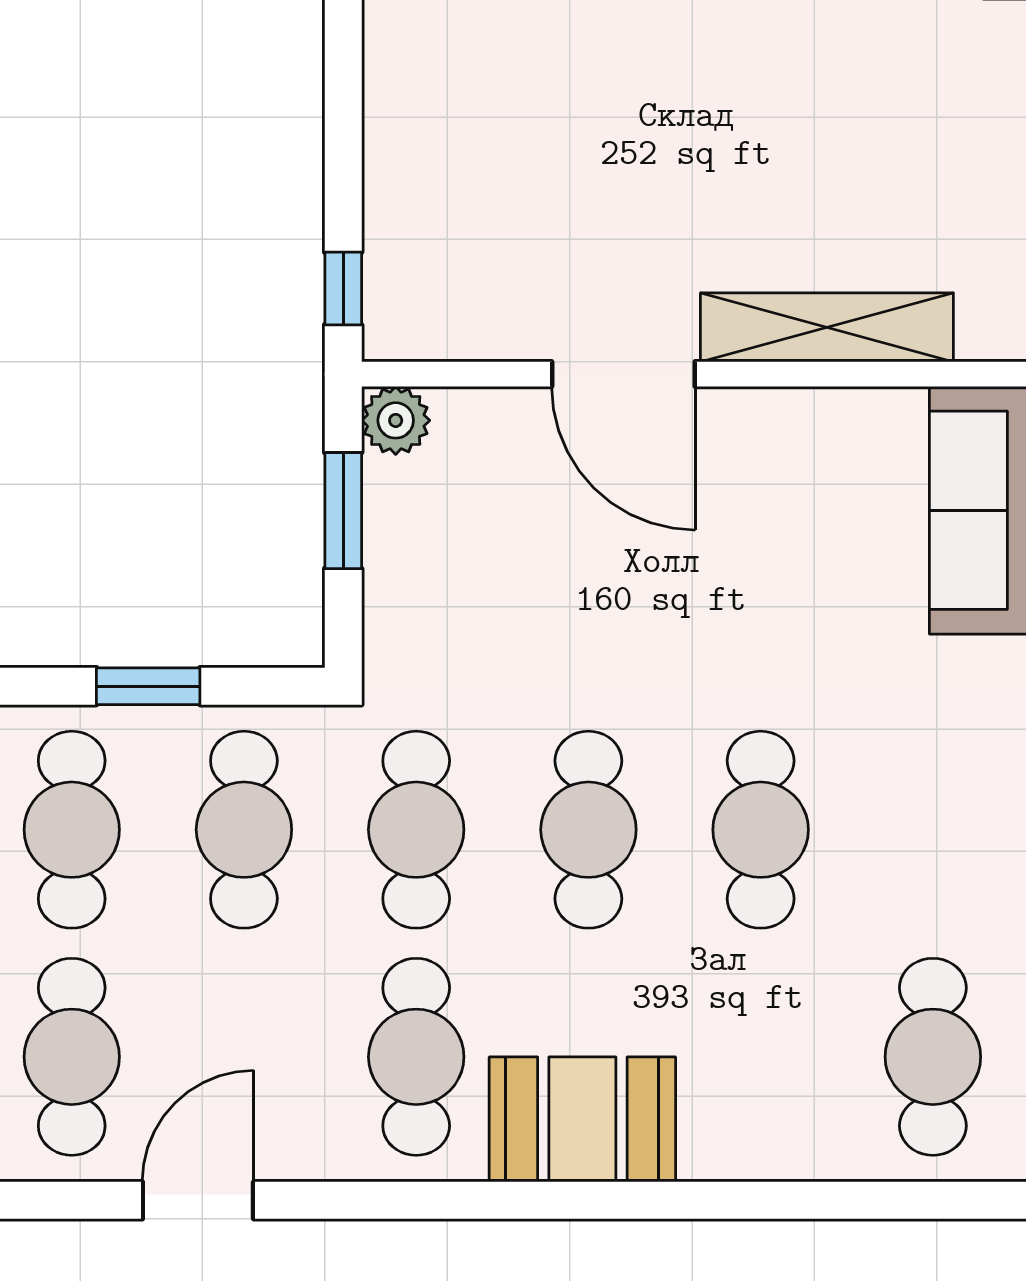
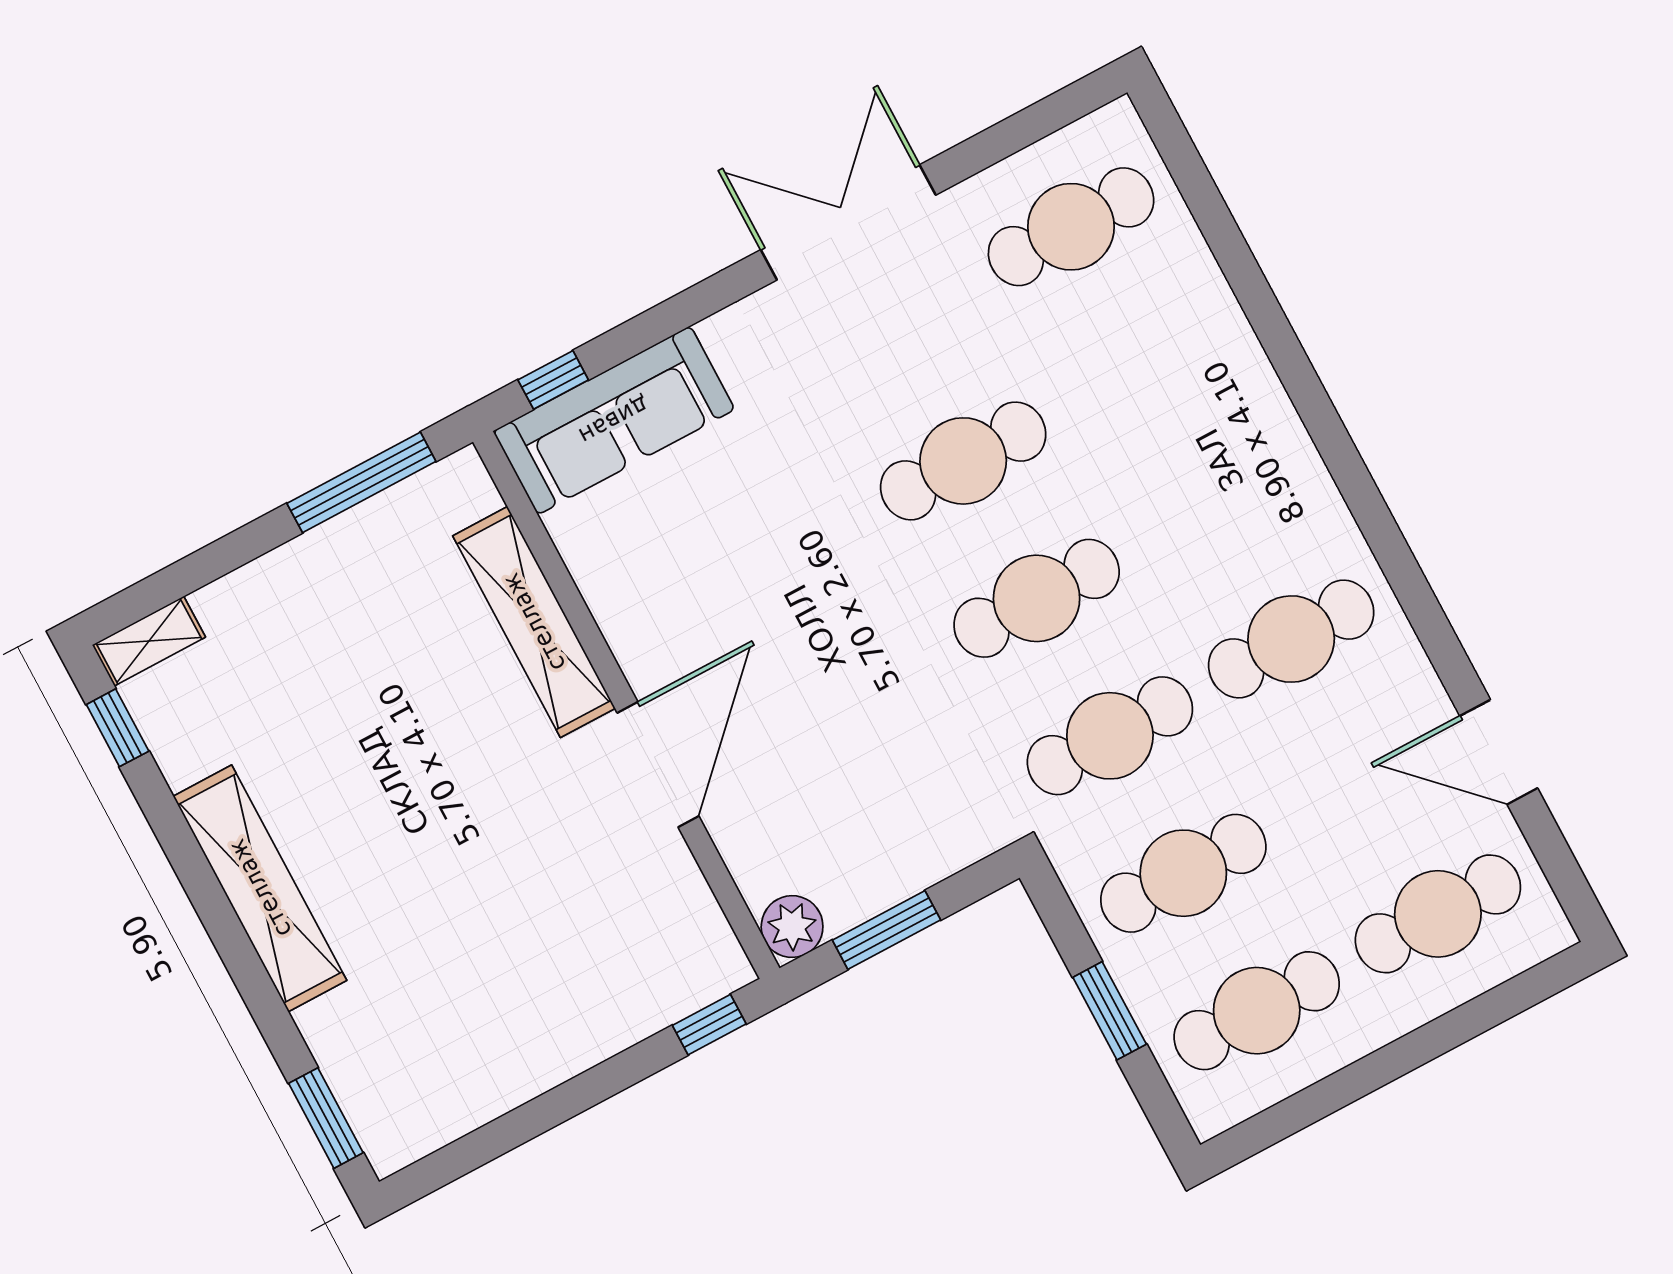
booth: (582, 1119) -> (1270, 480), removed

